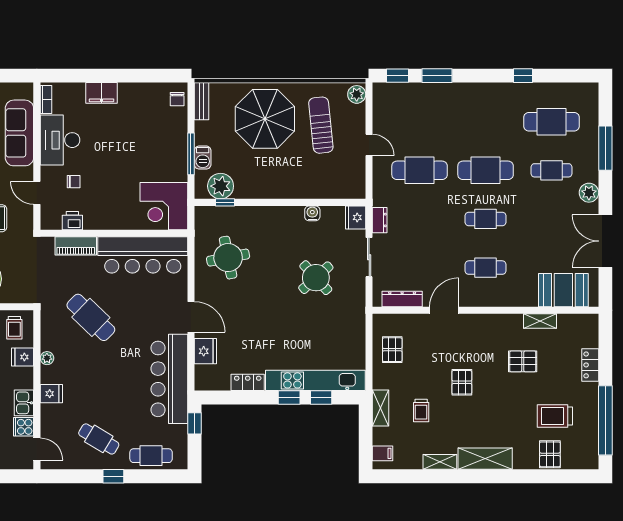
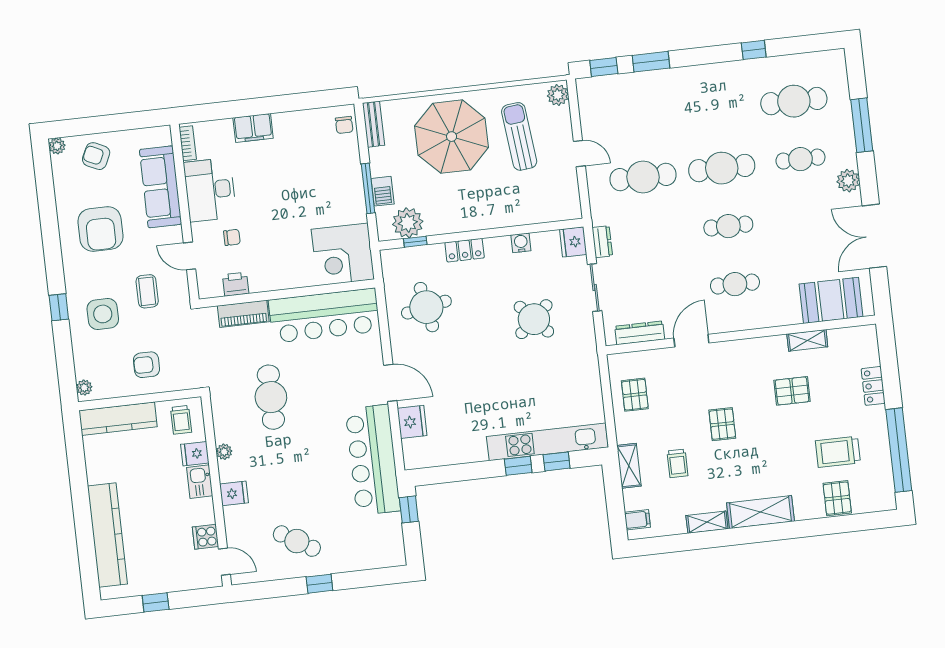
cafe table: (91, 317) -> (271, 397), turned 46
locker: (248, 382) -> (465, 250), moved, turned 180
kitchen sink: (24, 403) -> (200, 482), moved
cafe table: (151, 456) -> (361, 554), removed

